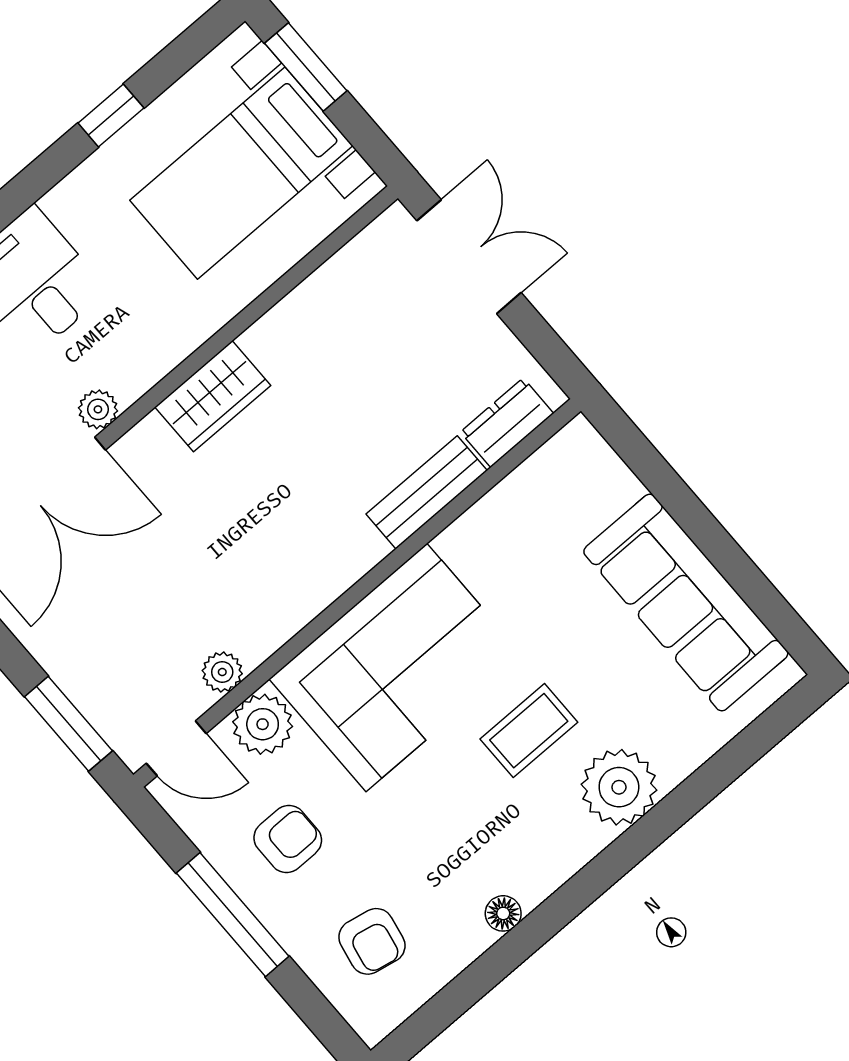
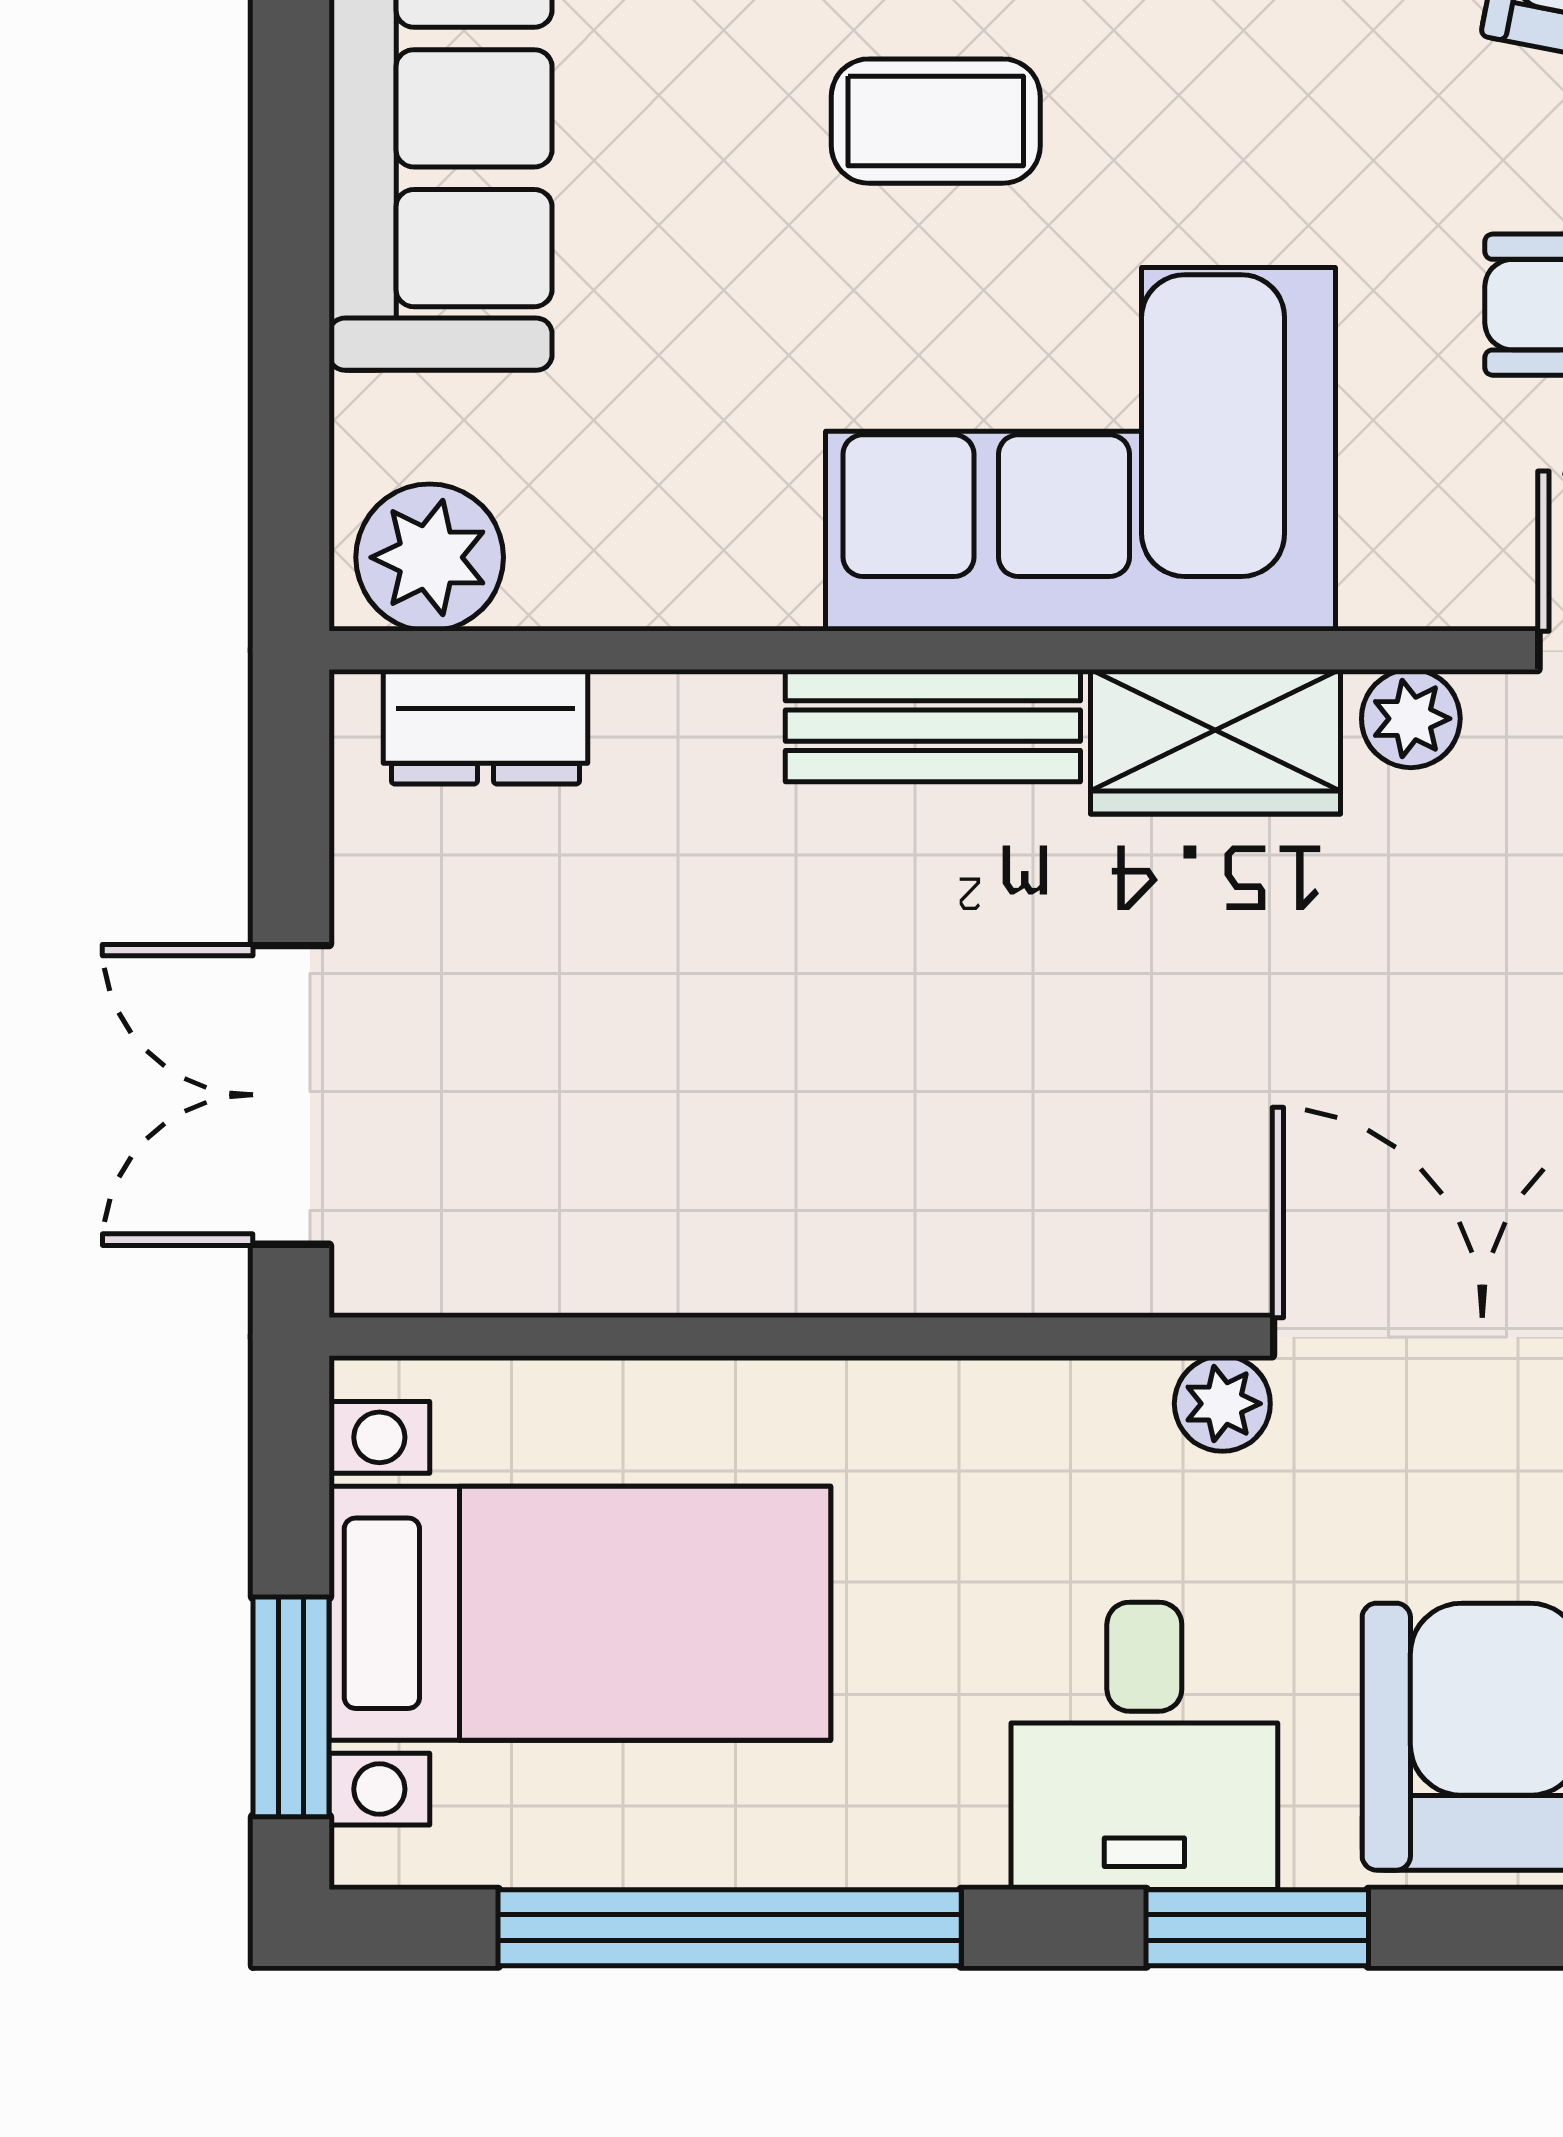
window: (111, 115) -> (730, 1928), width x3.17
wardrobe: (213, 396) -> (1216, 742), moved, turned 180
bench: (427, 492) -> (933, 726), moved
plant: (263, 724) -> (430, 557), moved

